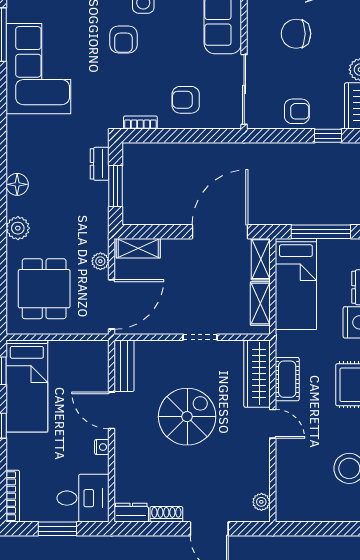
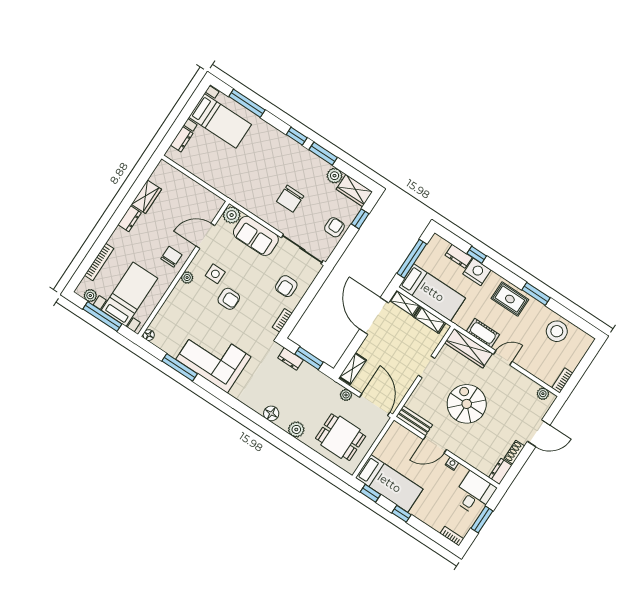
bookcase: (13, 496) -> (452, 536), width x0.64
bookcase: (293, 515) -> (562, 381), added

